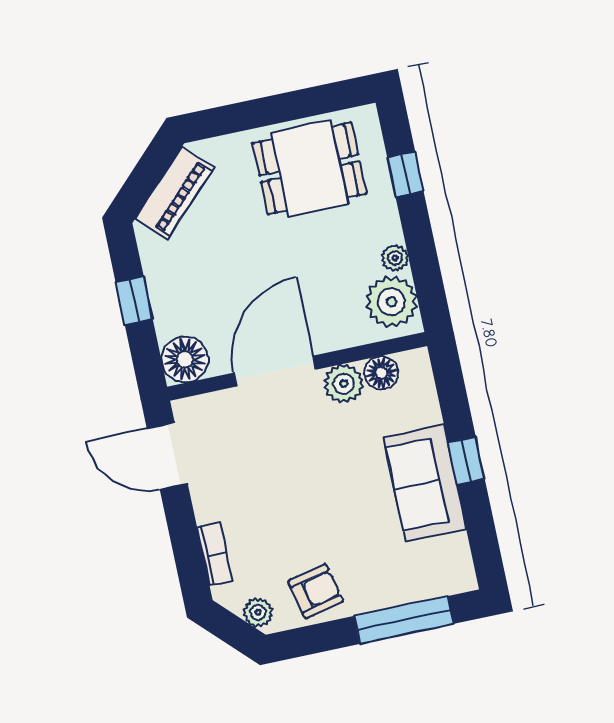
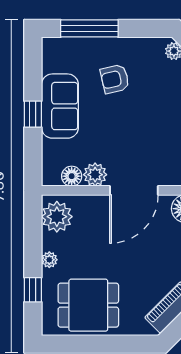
plant: (395, 258) -> (49, 260), moved
armchair: (316, 591) -> (115, 79), moved

